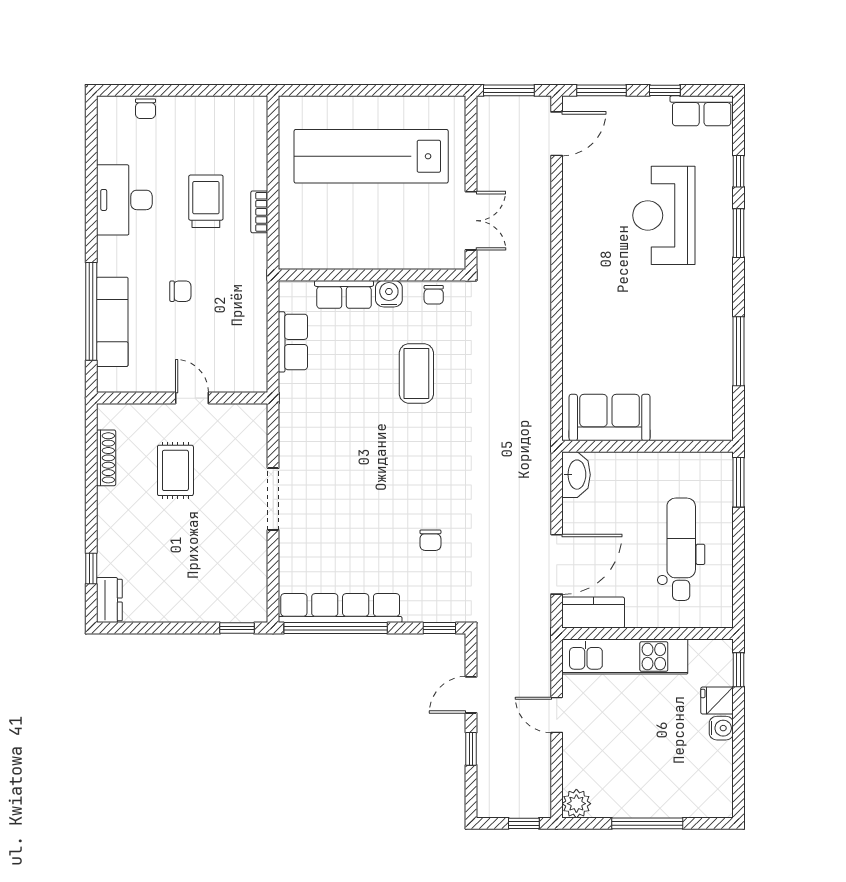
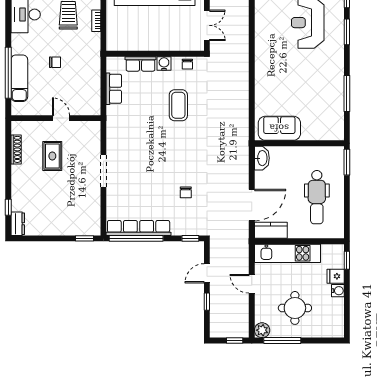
dental chair: (681, 549) -> (317, 197), turned 180
round table: (639, 761) -> (295, 308), added
window: (647, 823) -> (282, 341), moved

